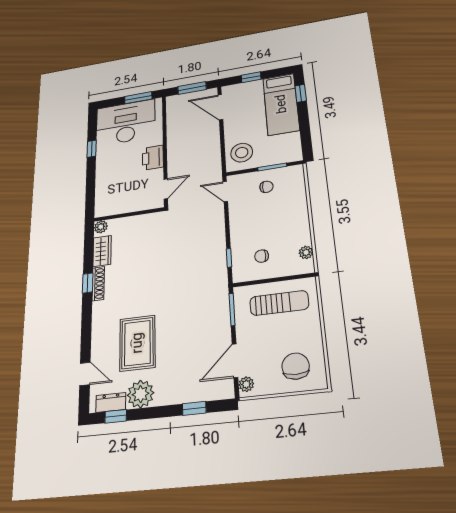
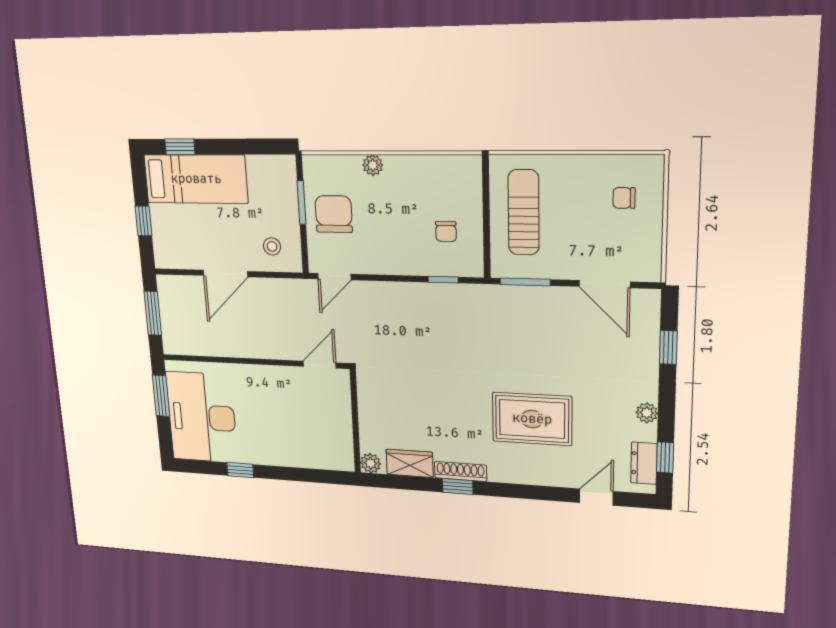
door: (220, 107) -> (225, 273), moved
stool: (242, 153) -> (272, 246), width x0.53, depth x0.53
printer: (153, 158) -> (265, 380), removed
chair: (266, 187) -> (334, 214), width x1.87, depth x1.87
door: (166, 189) -> (320, 365), hinge flipped
plant: (306, 252) -> (373, 165), moved
rug: (137, 343) -> (532, 419), moved
chair: (296, 366) -> (624, 198), width x0.54, depth x0.54
plant: (246, 384) -> (642, 271), removed
plant: (141, 394) -> (647, 413), width x0.53, depth x0.53

